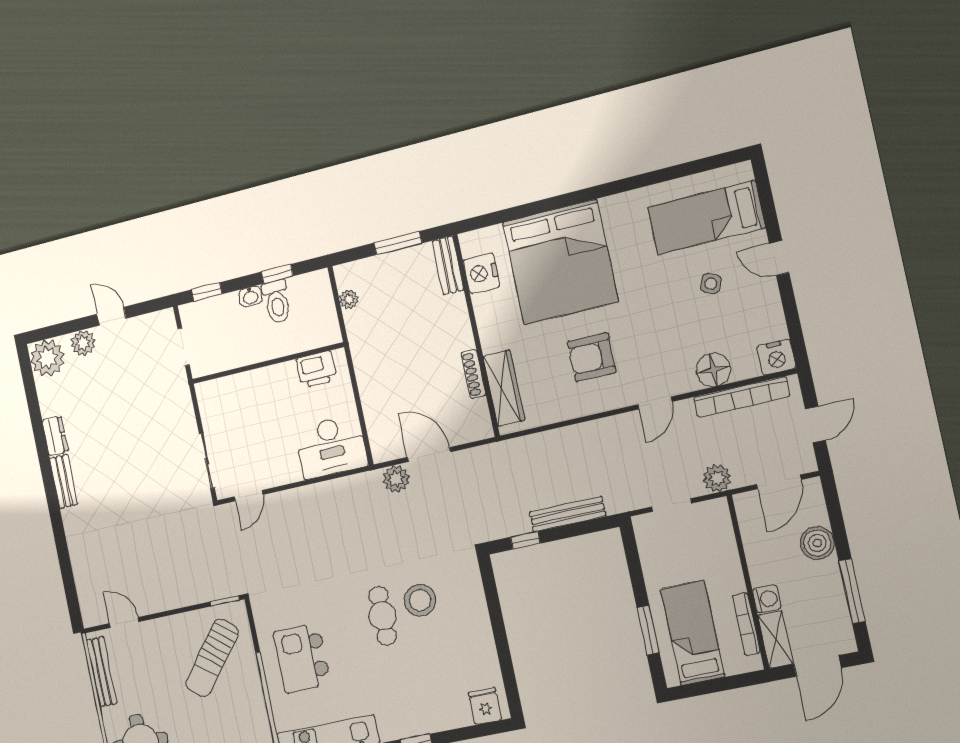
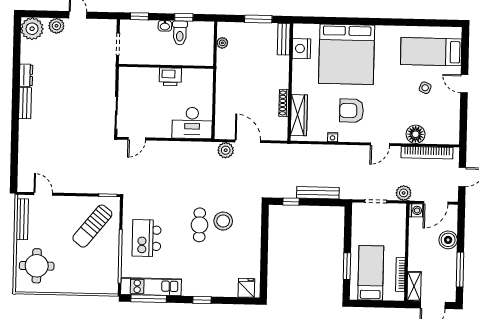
nightstand: (776, 357) -> (333, 137), moved, width x0.53, depth x0.56
printer: (316, 370) -> (170, 77), moved
washing machine: (767, 599) -> (416, 210), moved

